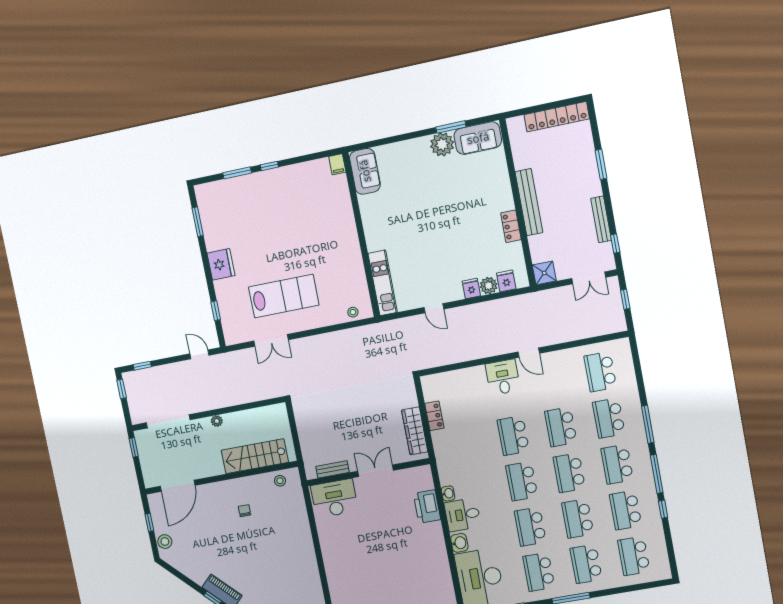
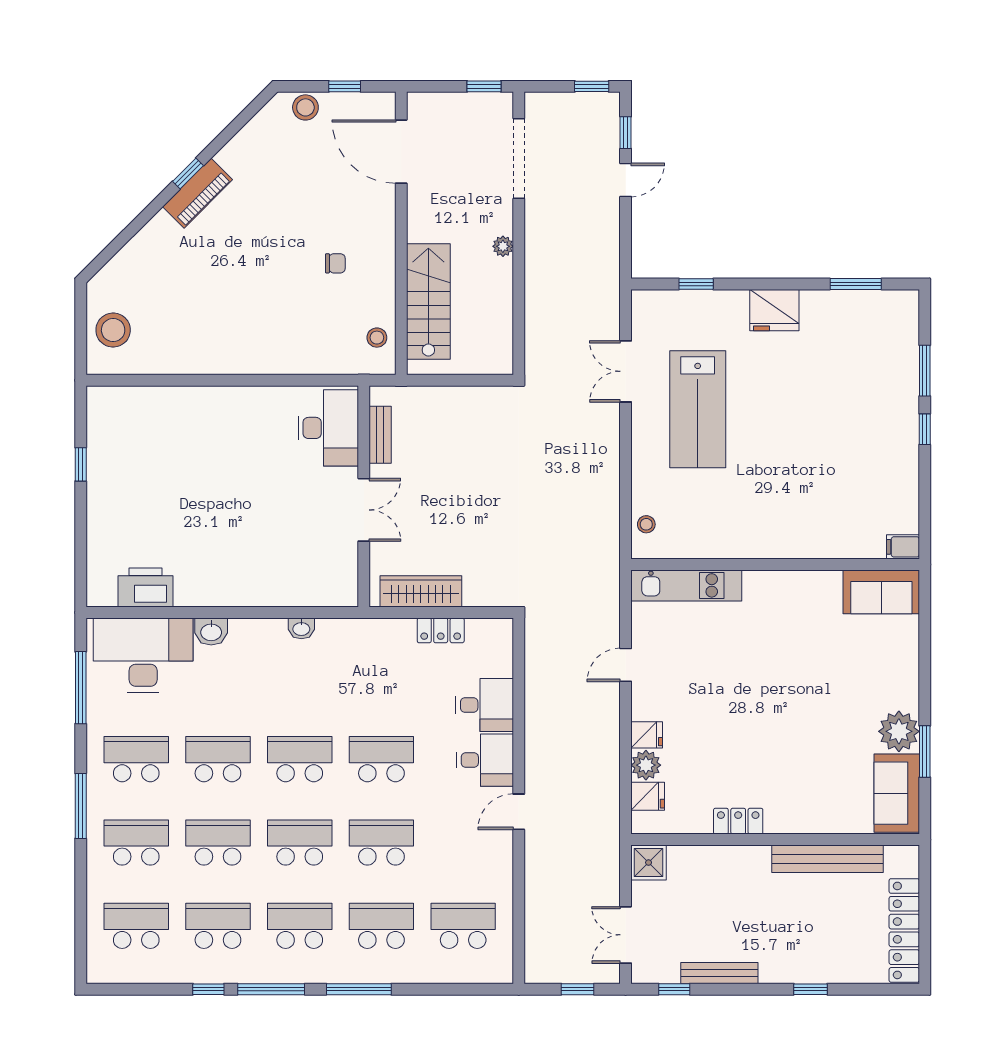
window: (601, 164) -> (810, 989), width x0.67
bench: (529, 202) -> (827, 859), moved
door: (199, 354) -> (626, 180), moved
printer: (427, 507) -> (145, 588), moved
desk: (463, 515) -> (485, 705), moved, turned 90

